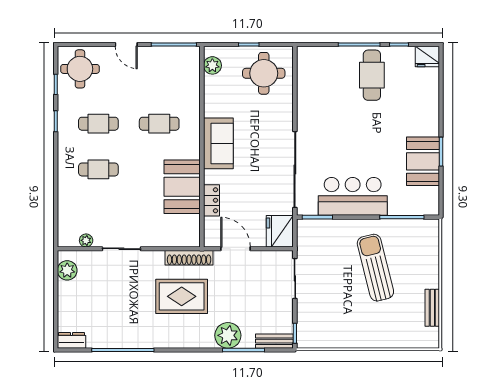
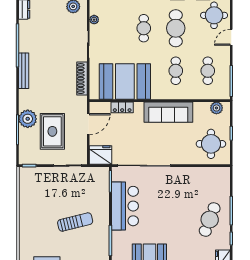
door: (126, 44) -> (231, 37), moved
cafe table: (372, 75) -> (210, 220), turned -69
cafe table: (159, 78) -> (208, 71), added
cafe table: (98, 124) -> (176, 28), width x1.37, depth x1.35
sofa: (218, 143) -> (168, 112), width x1.36
booth: (182, 187) -> (125, 82), width x1.36, depth x1.42
shoe rack: (189, 258) -> (82, 79), moved
sun lounger: (375, 268) -> (75, 222), width x0.73, depth x0.75
rug: (182, 296) -> (52, 131), moved
bench: (274, 341) -> (24, 71), moved, width x1.36

